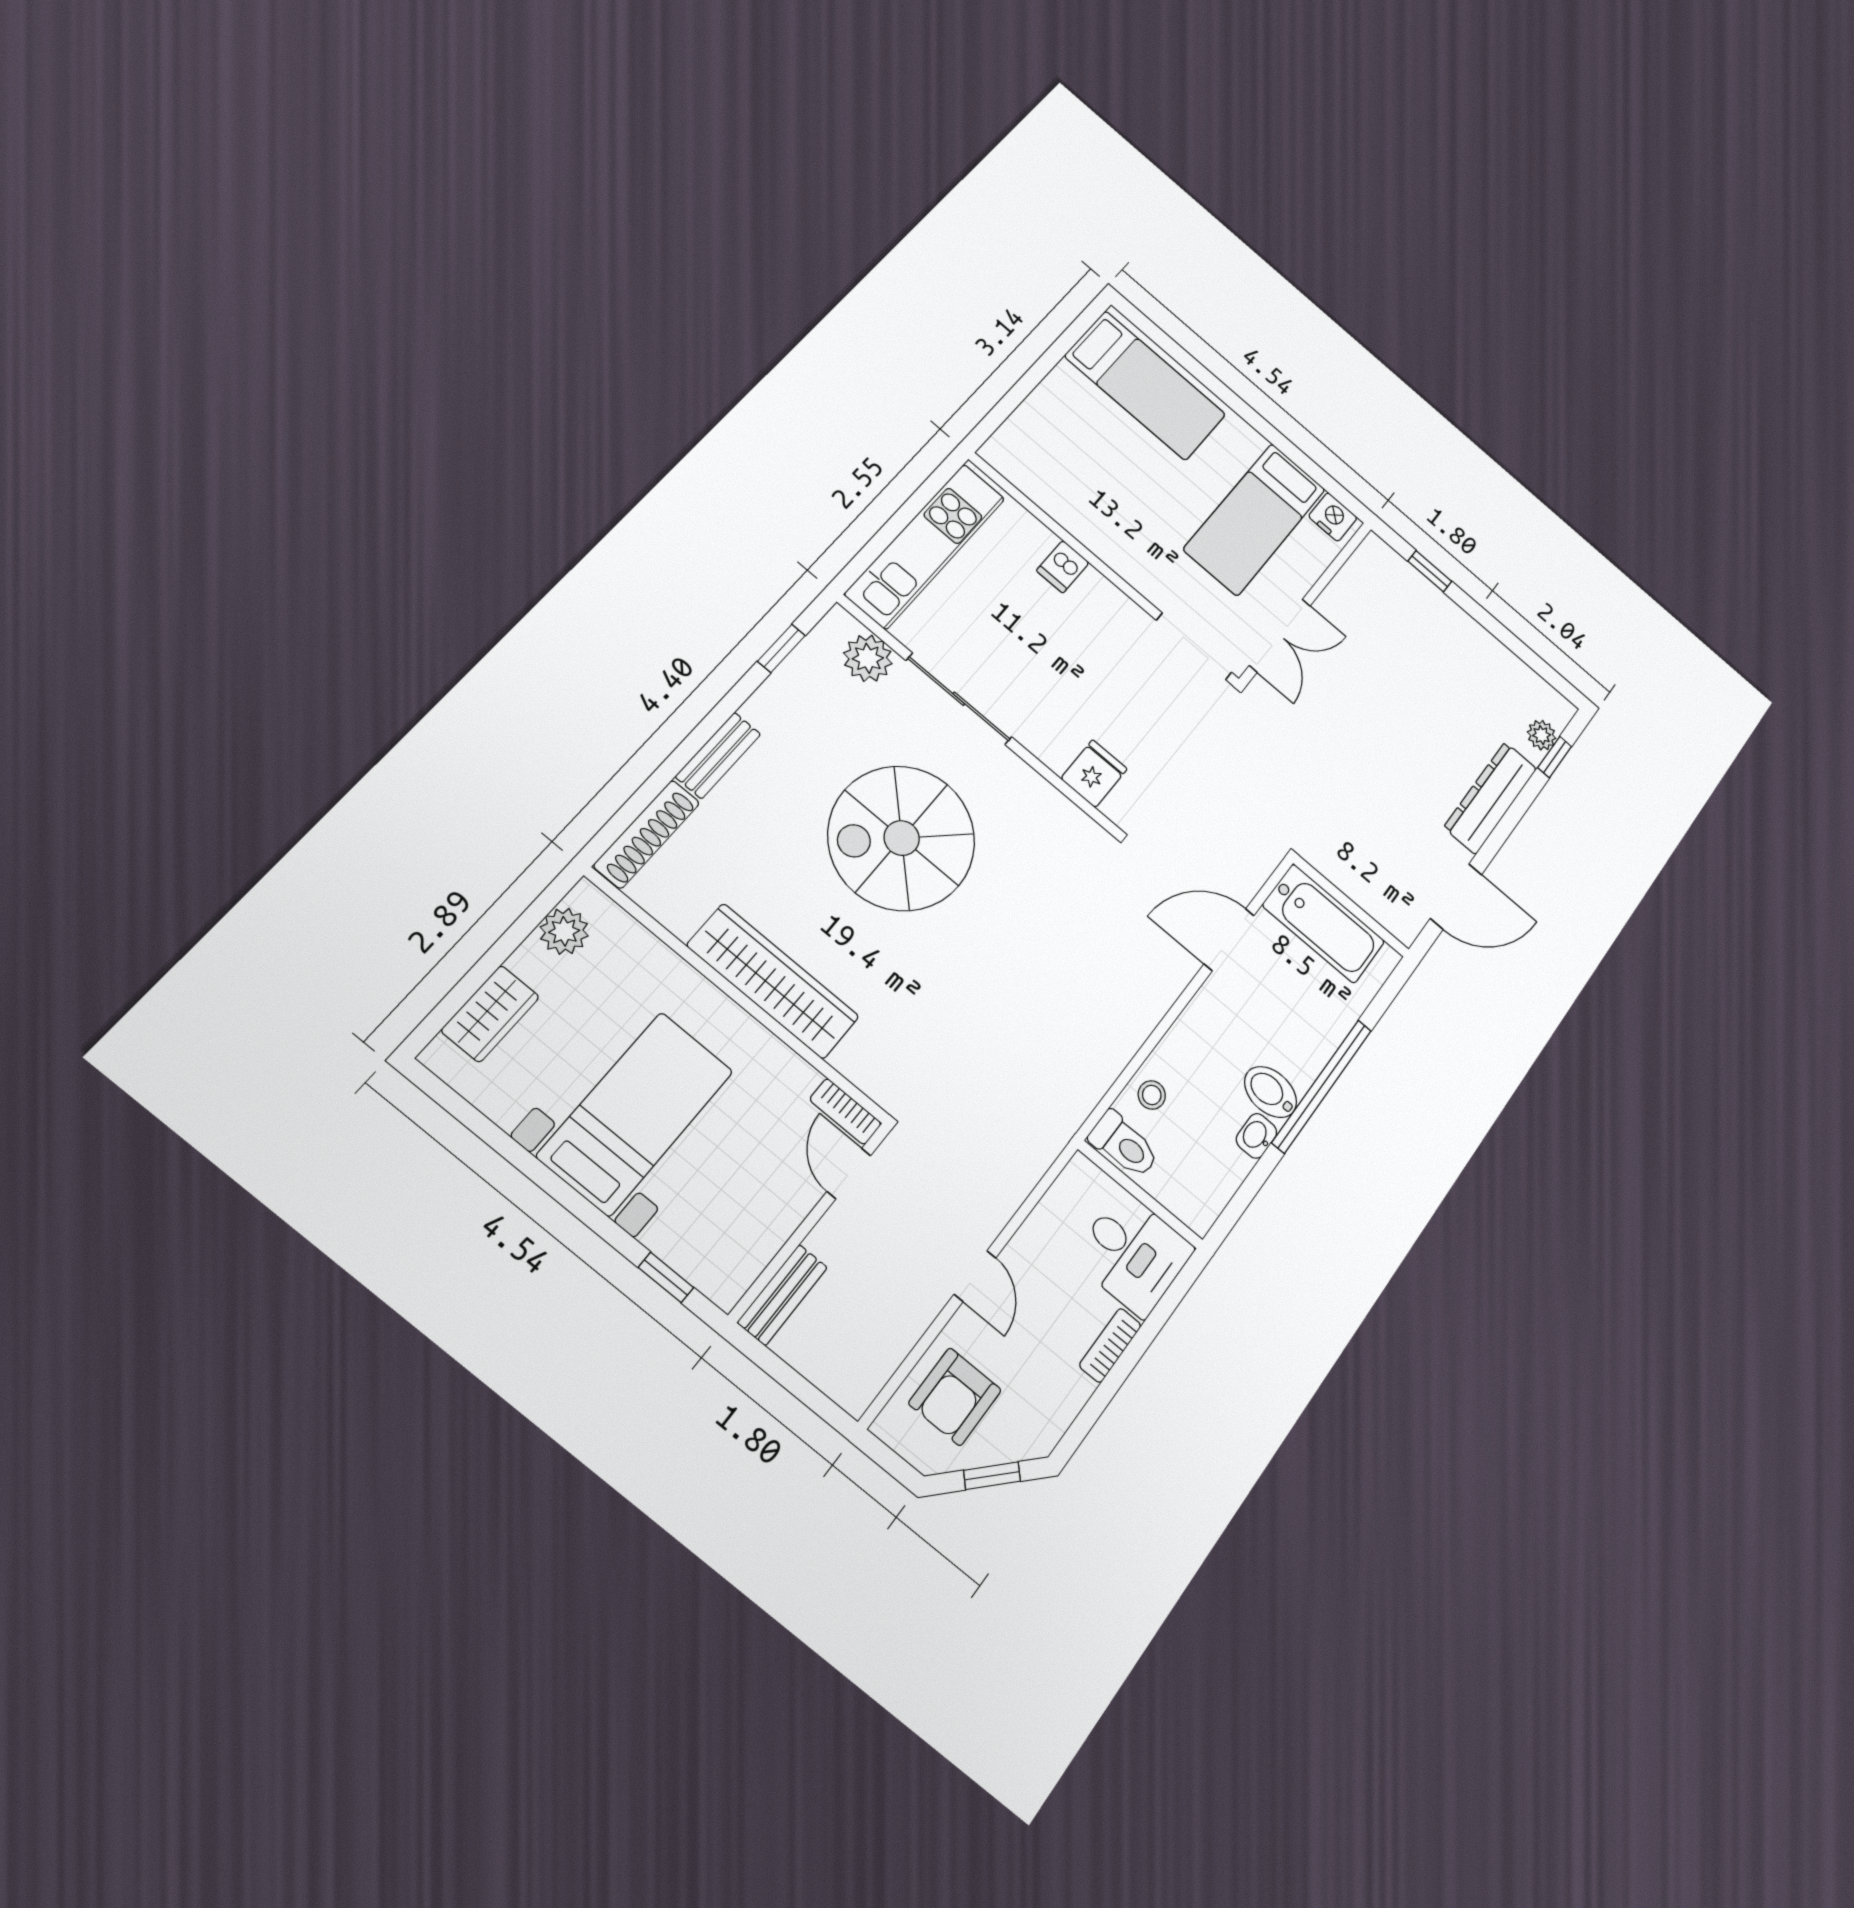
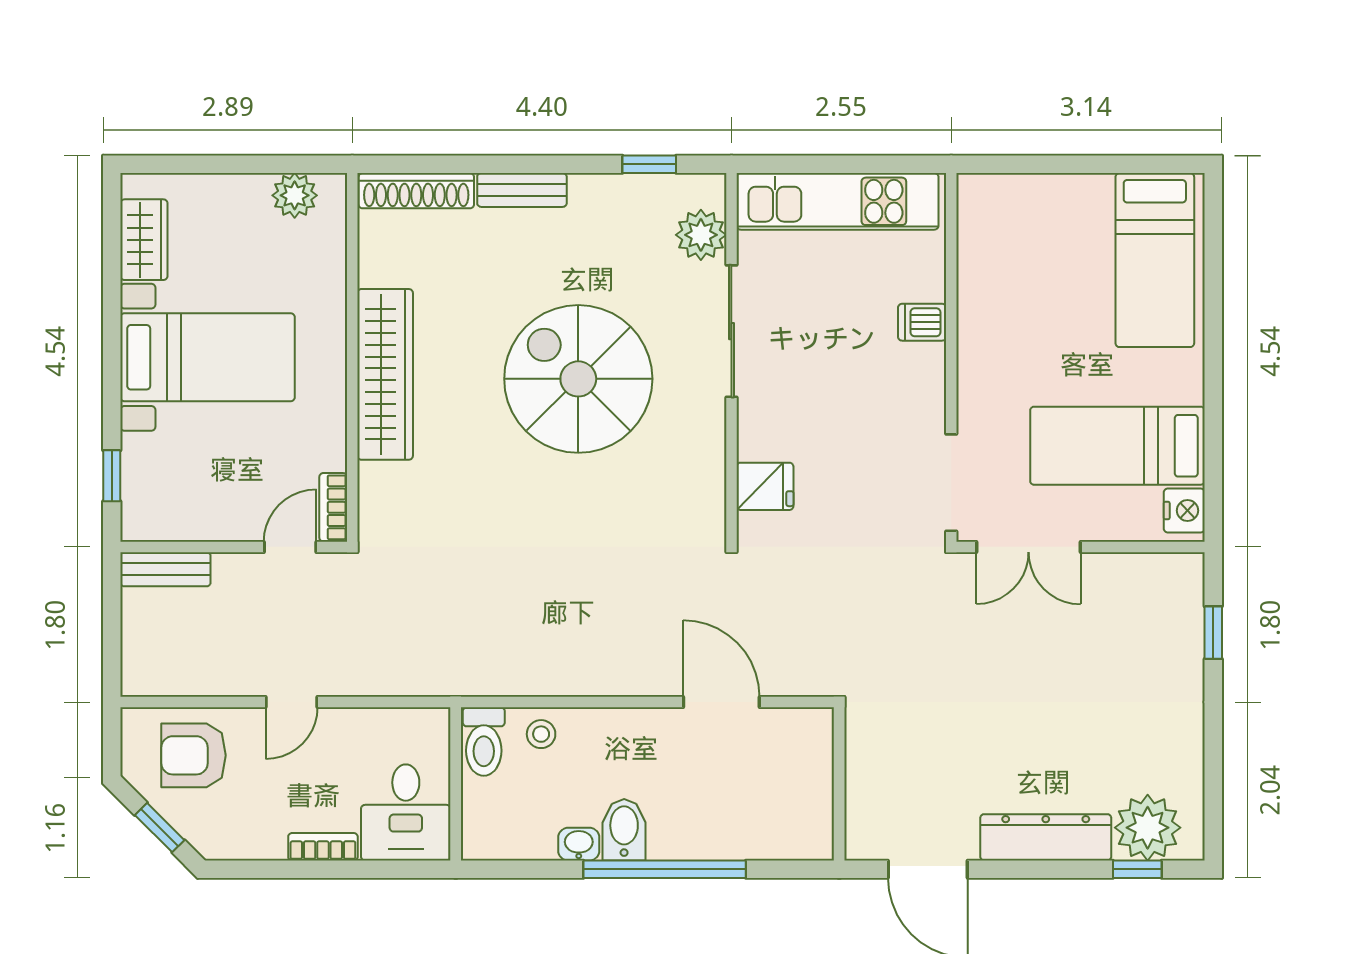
plant: (1542, 735) -> (1148, 828), width x1.88, depth x1.88
bathtub: (1324, 923) -> (804, 771), removed
wardrobe: (490, 1014) -> (144, 240), moved, turned -90

